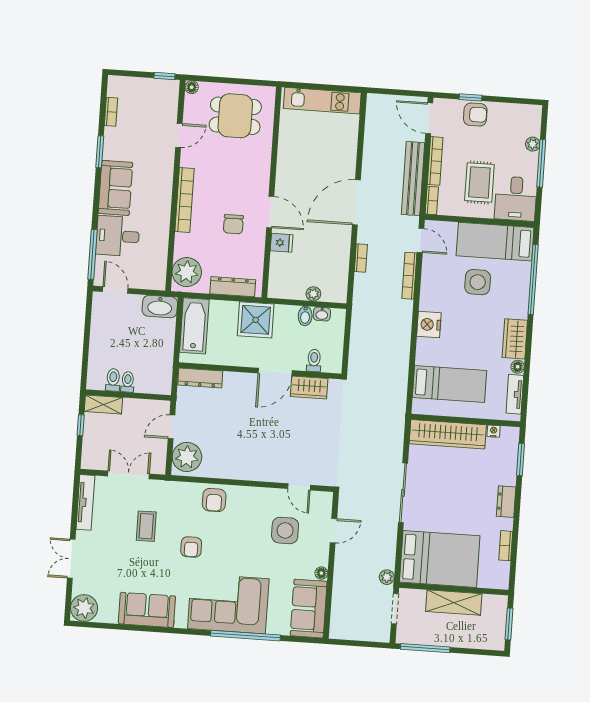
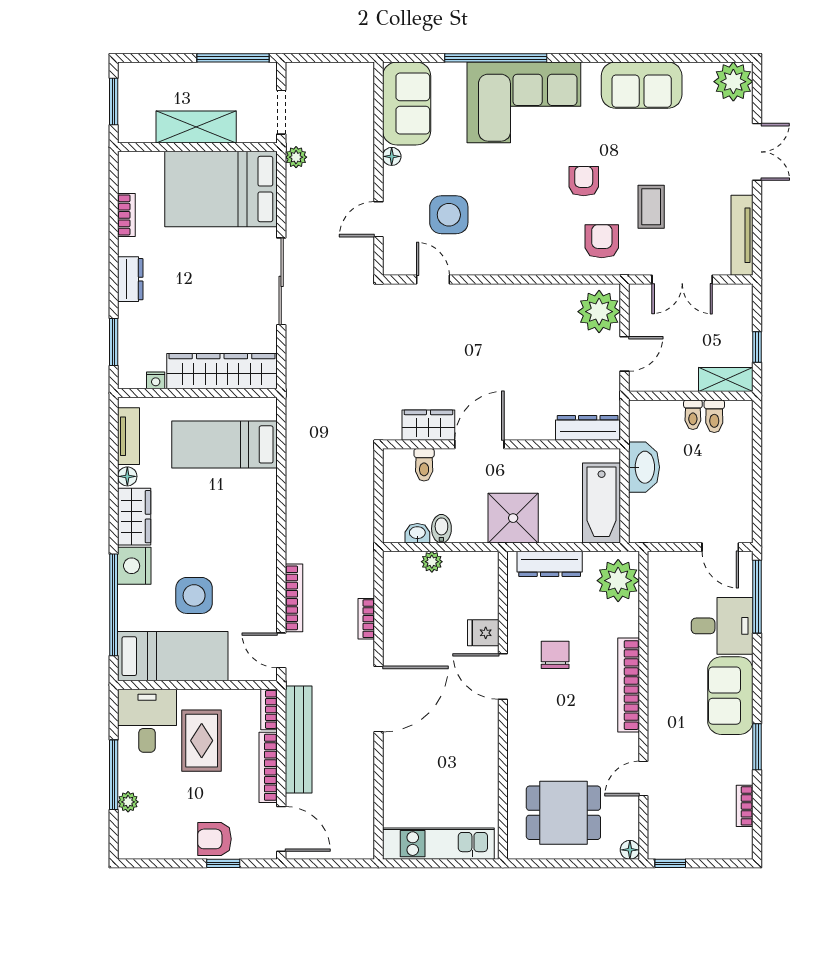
washbasin: (160, 307) -> (644, 467), moved, turned 90
nightstand: (429, 325) -> (134, 566), moved, turned 180
armchair: (214, 500) -> (602, 241), moved

